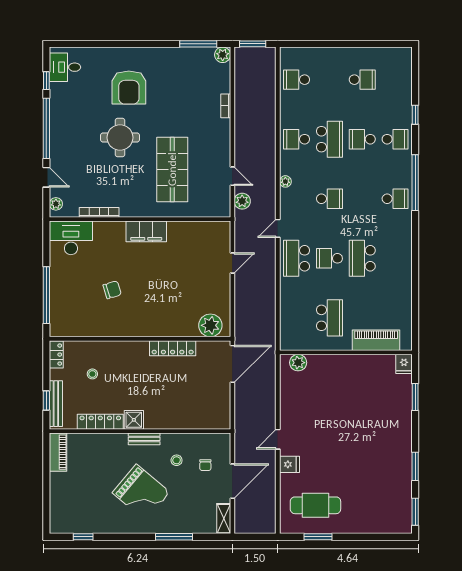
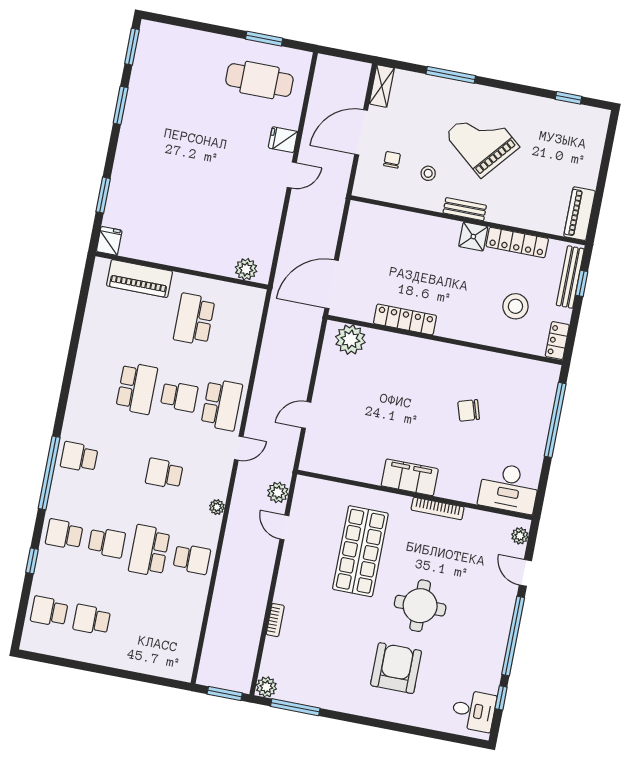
school desk: (297, 80) -> (49, 611), moved, turned 180
bookcase: (99, 212) -> (438, 508), moved
stool: (92, 374) -> (515, 306), width x1.89, depth x1.89

